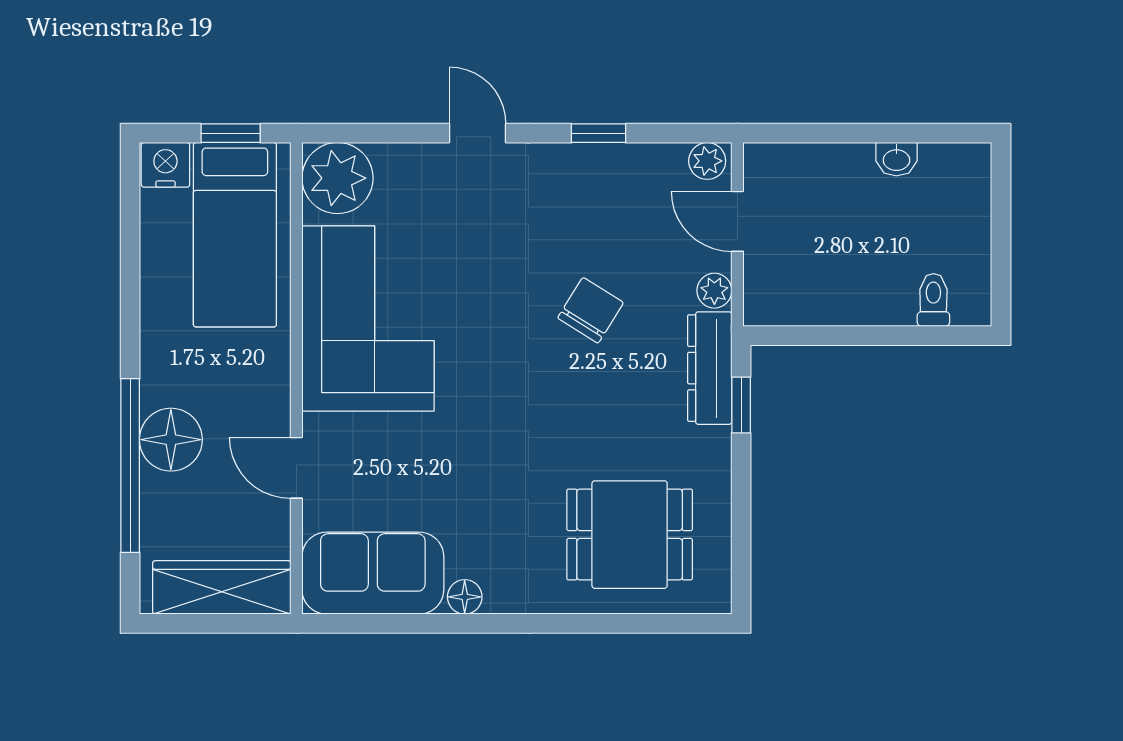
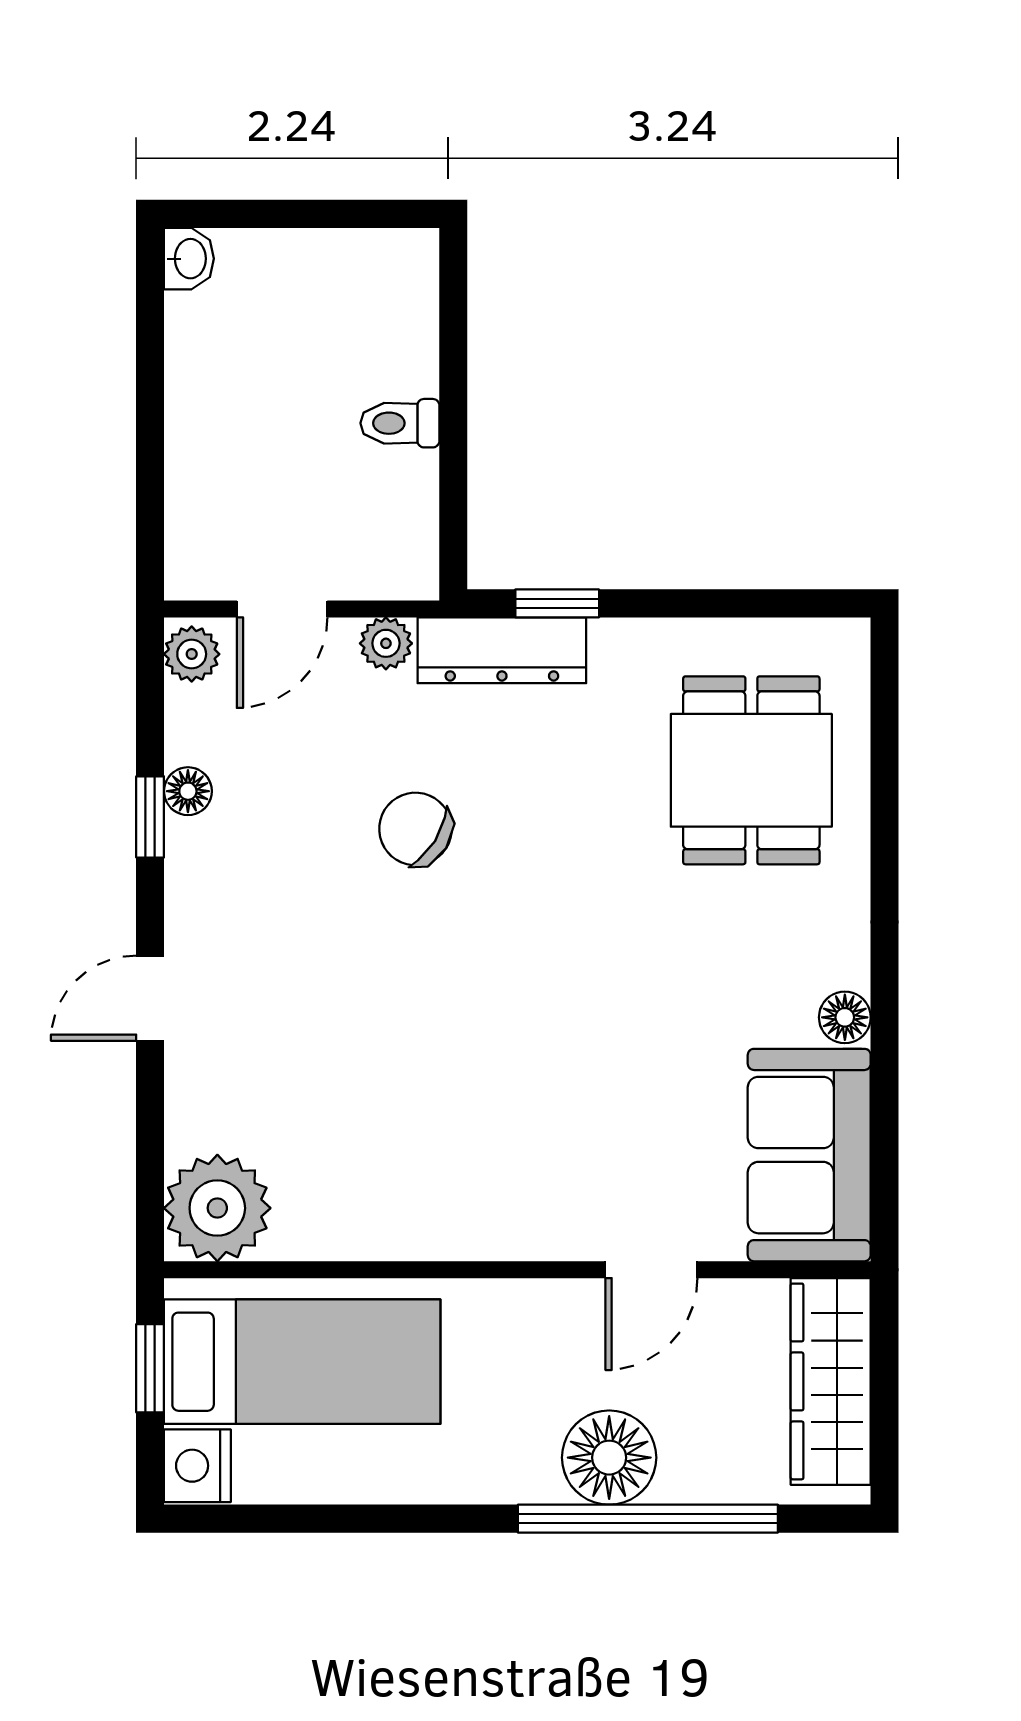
floor lamp: (616, 158) -> (188, 791), added
washbasin: (896, 159) -> (189, 259), moved
toilet: (933, 300) -> (400, 423), moved
corner sofa: (368, 318) -> (428, 1162), removed

